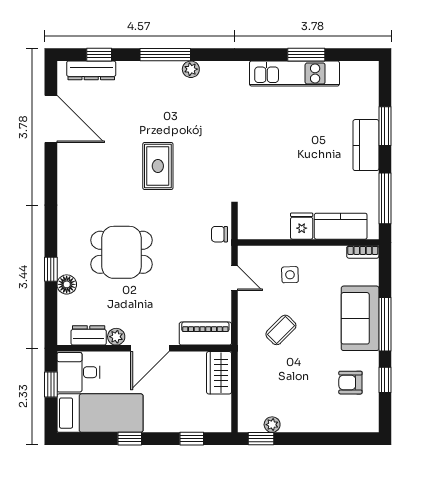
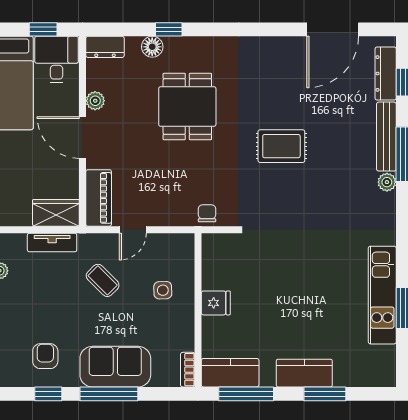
bench: (149, 70) -> (386, 137), added
kitchen counter: (341, 226) -> (230, 373), moved, turned -90
door: (234, 278) -> (133, 230), moved
dresser: (89, 335) -> (105, 47), moved, turned 90
tv unit: (246, 376) -> (52, 242), added

